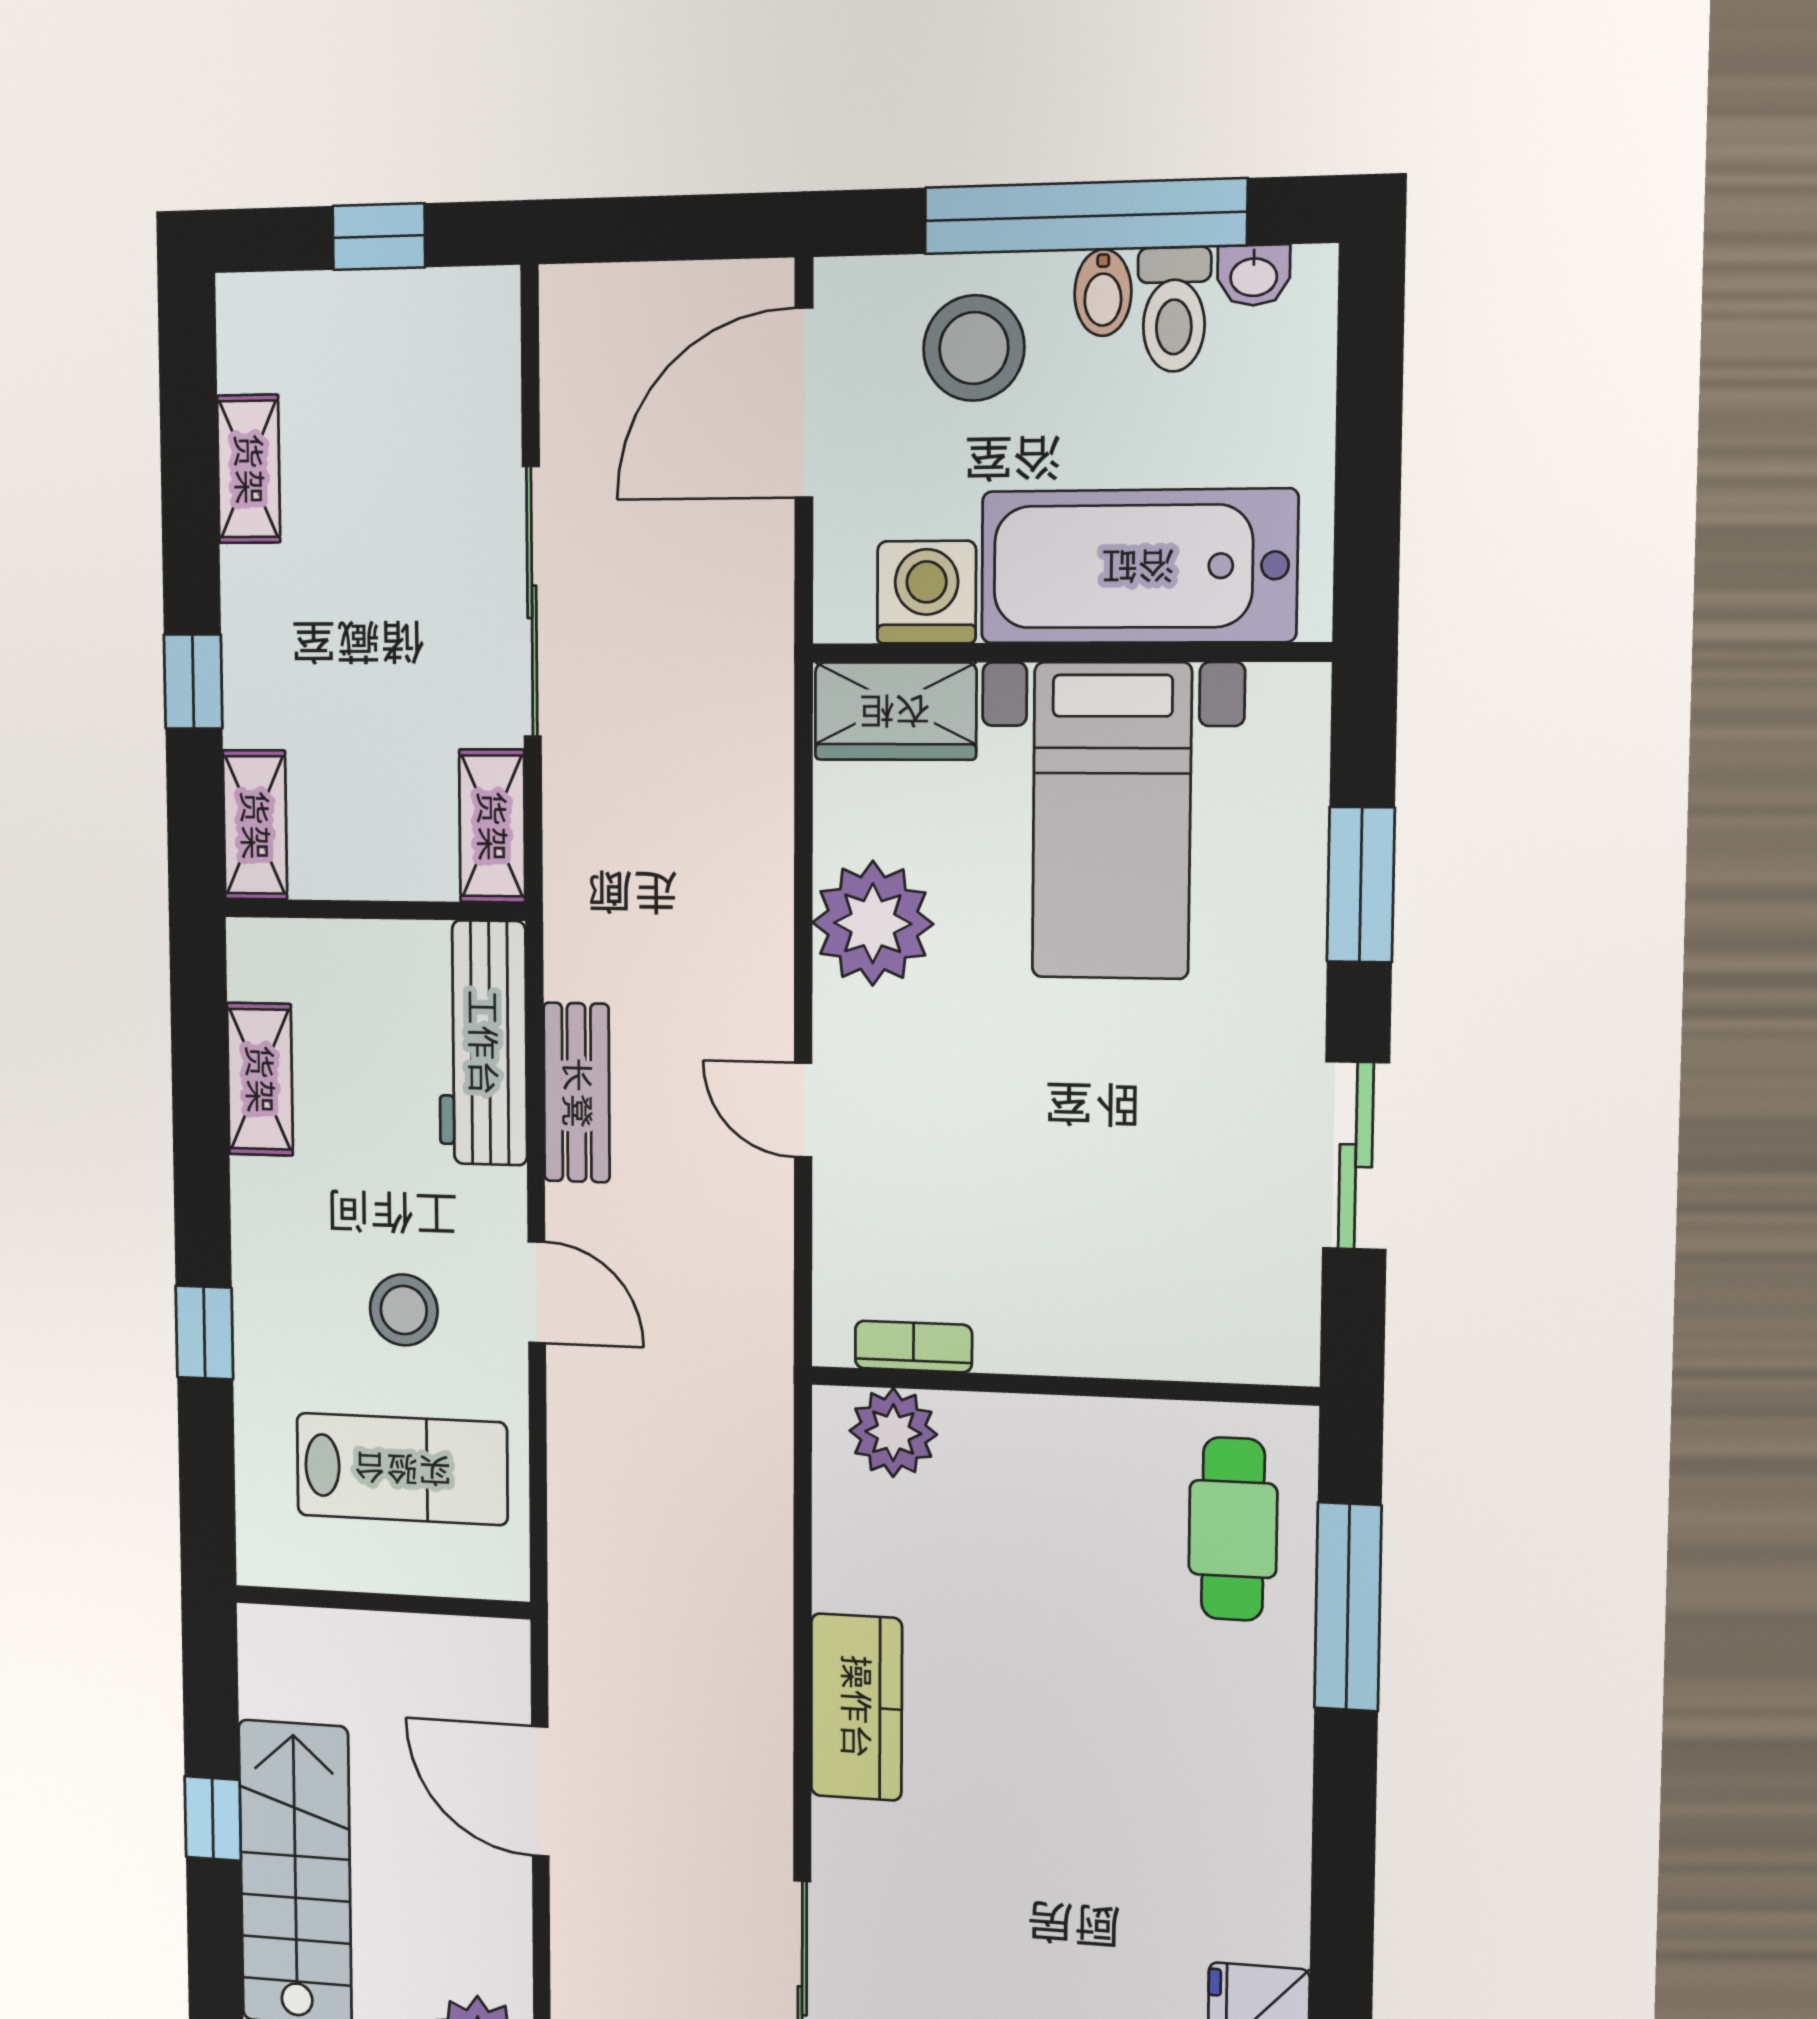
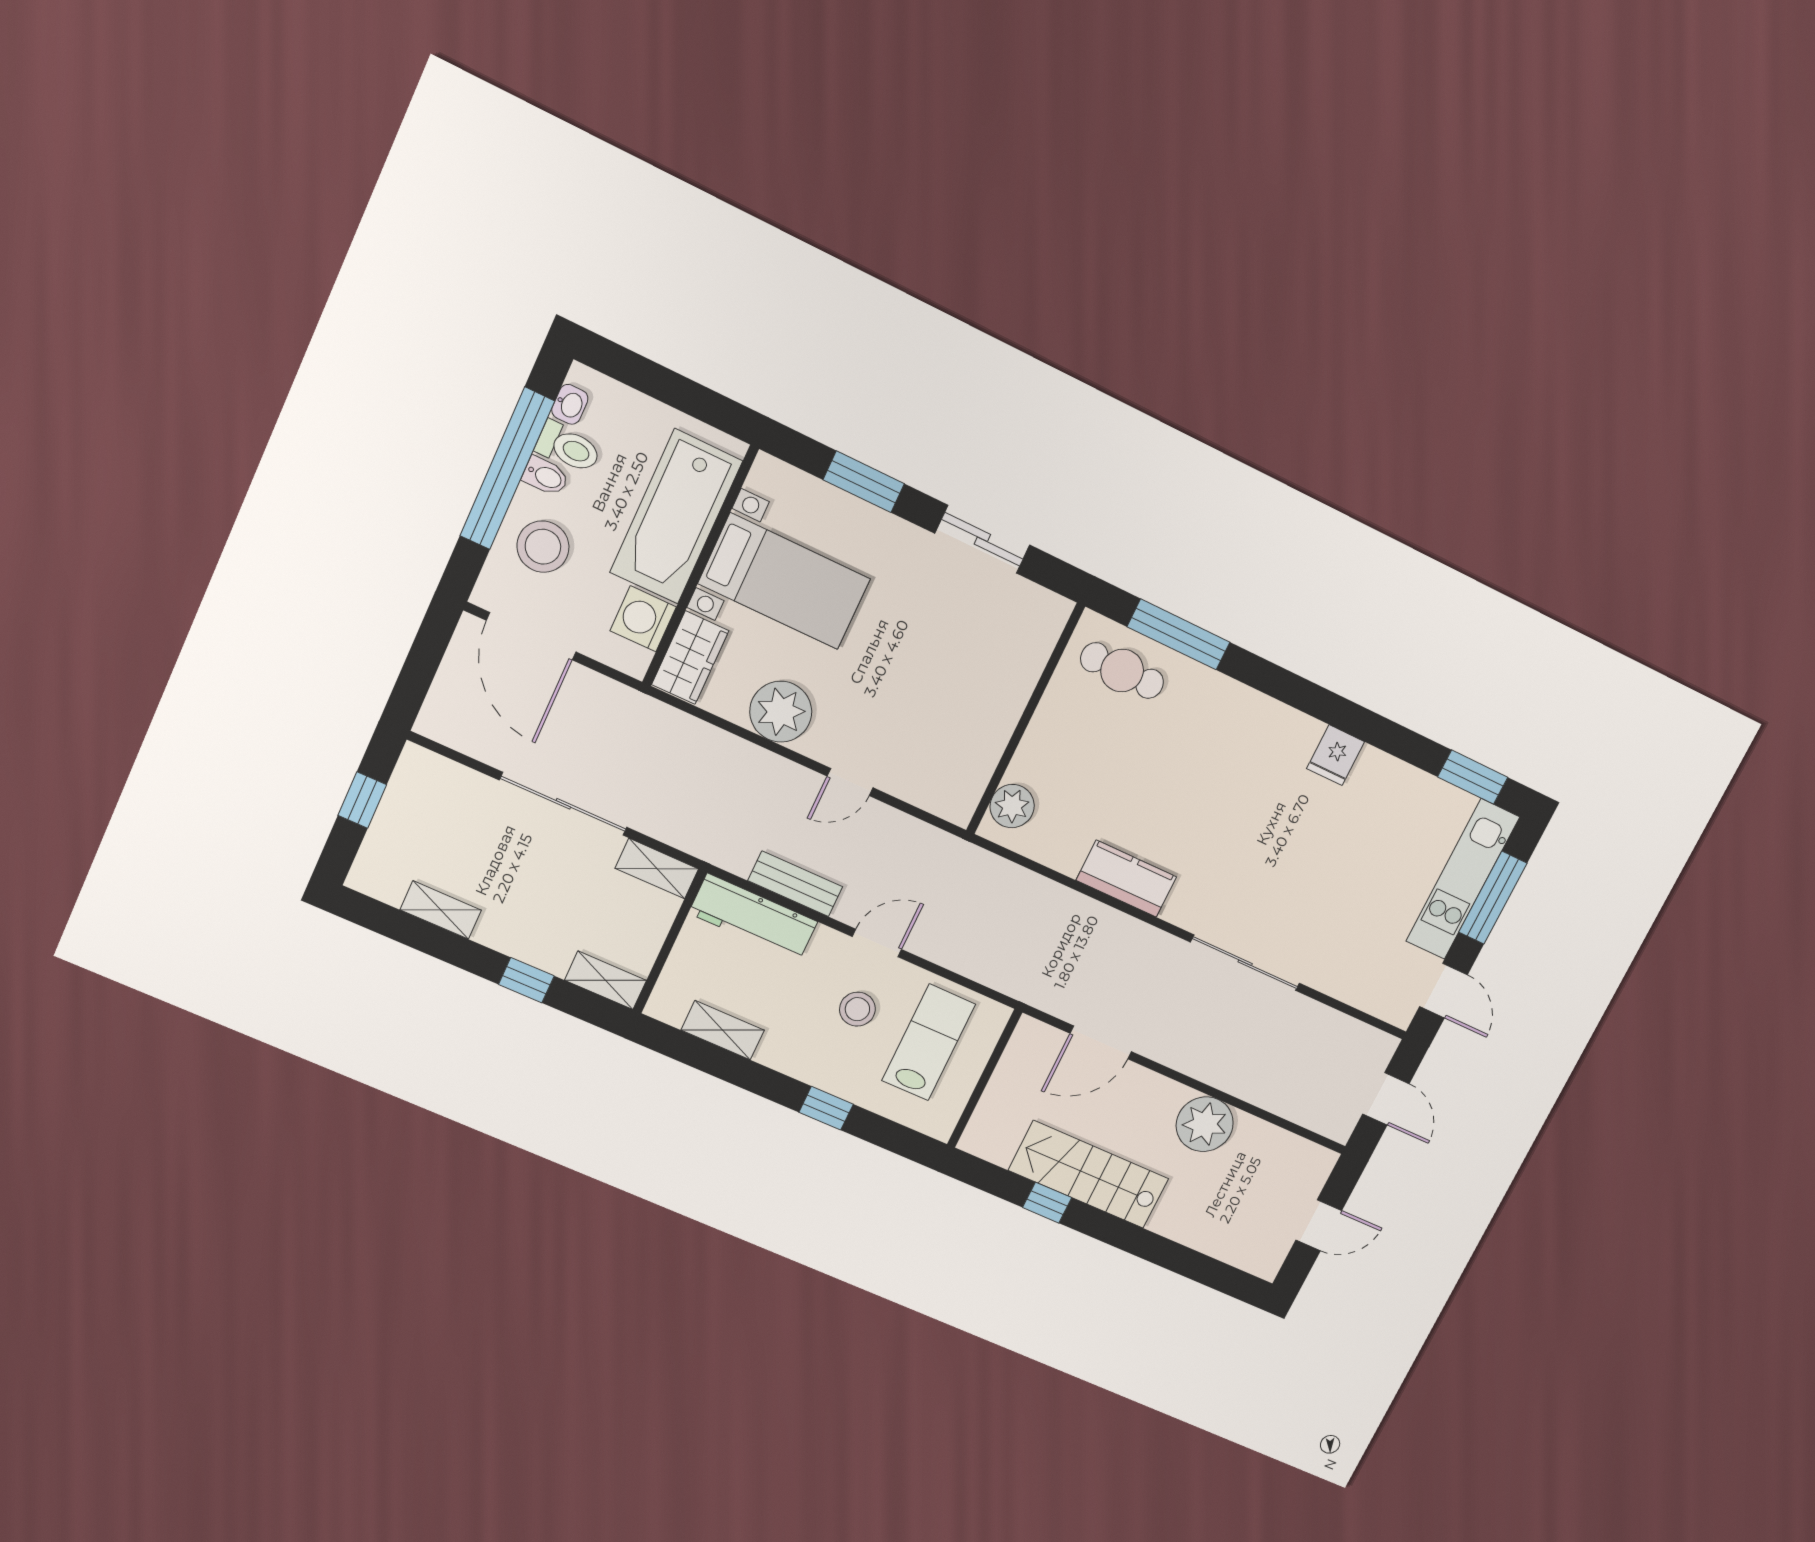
bookcase: (913, 1347) -> (978, 779), removed

